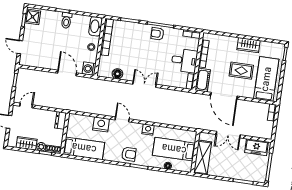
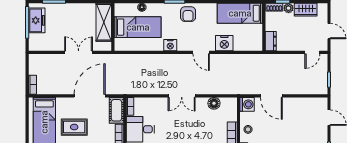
door: (224, 96) -> (90, 96), hinge flipped
freezer: (256, 147) -> (37, 20), moved, turned 90
armchair: (129, 154) -> (188, 14), turned -90

